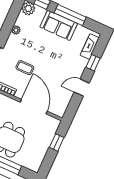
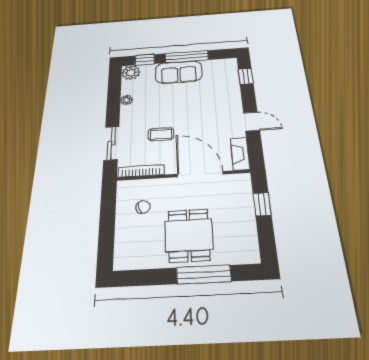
fireplace: (90, 46) -> (240, 154), moved
window: (93, 63) -> (246, 76), moved
door: (82, 88) -> (251, 122), swing flipped

